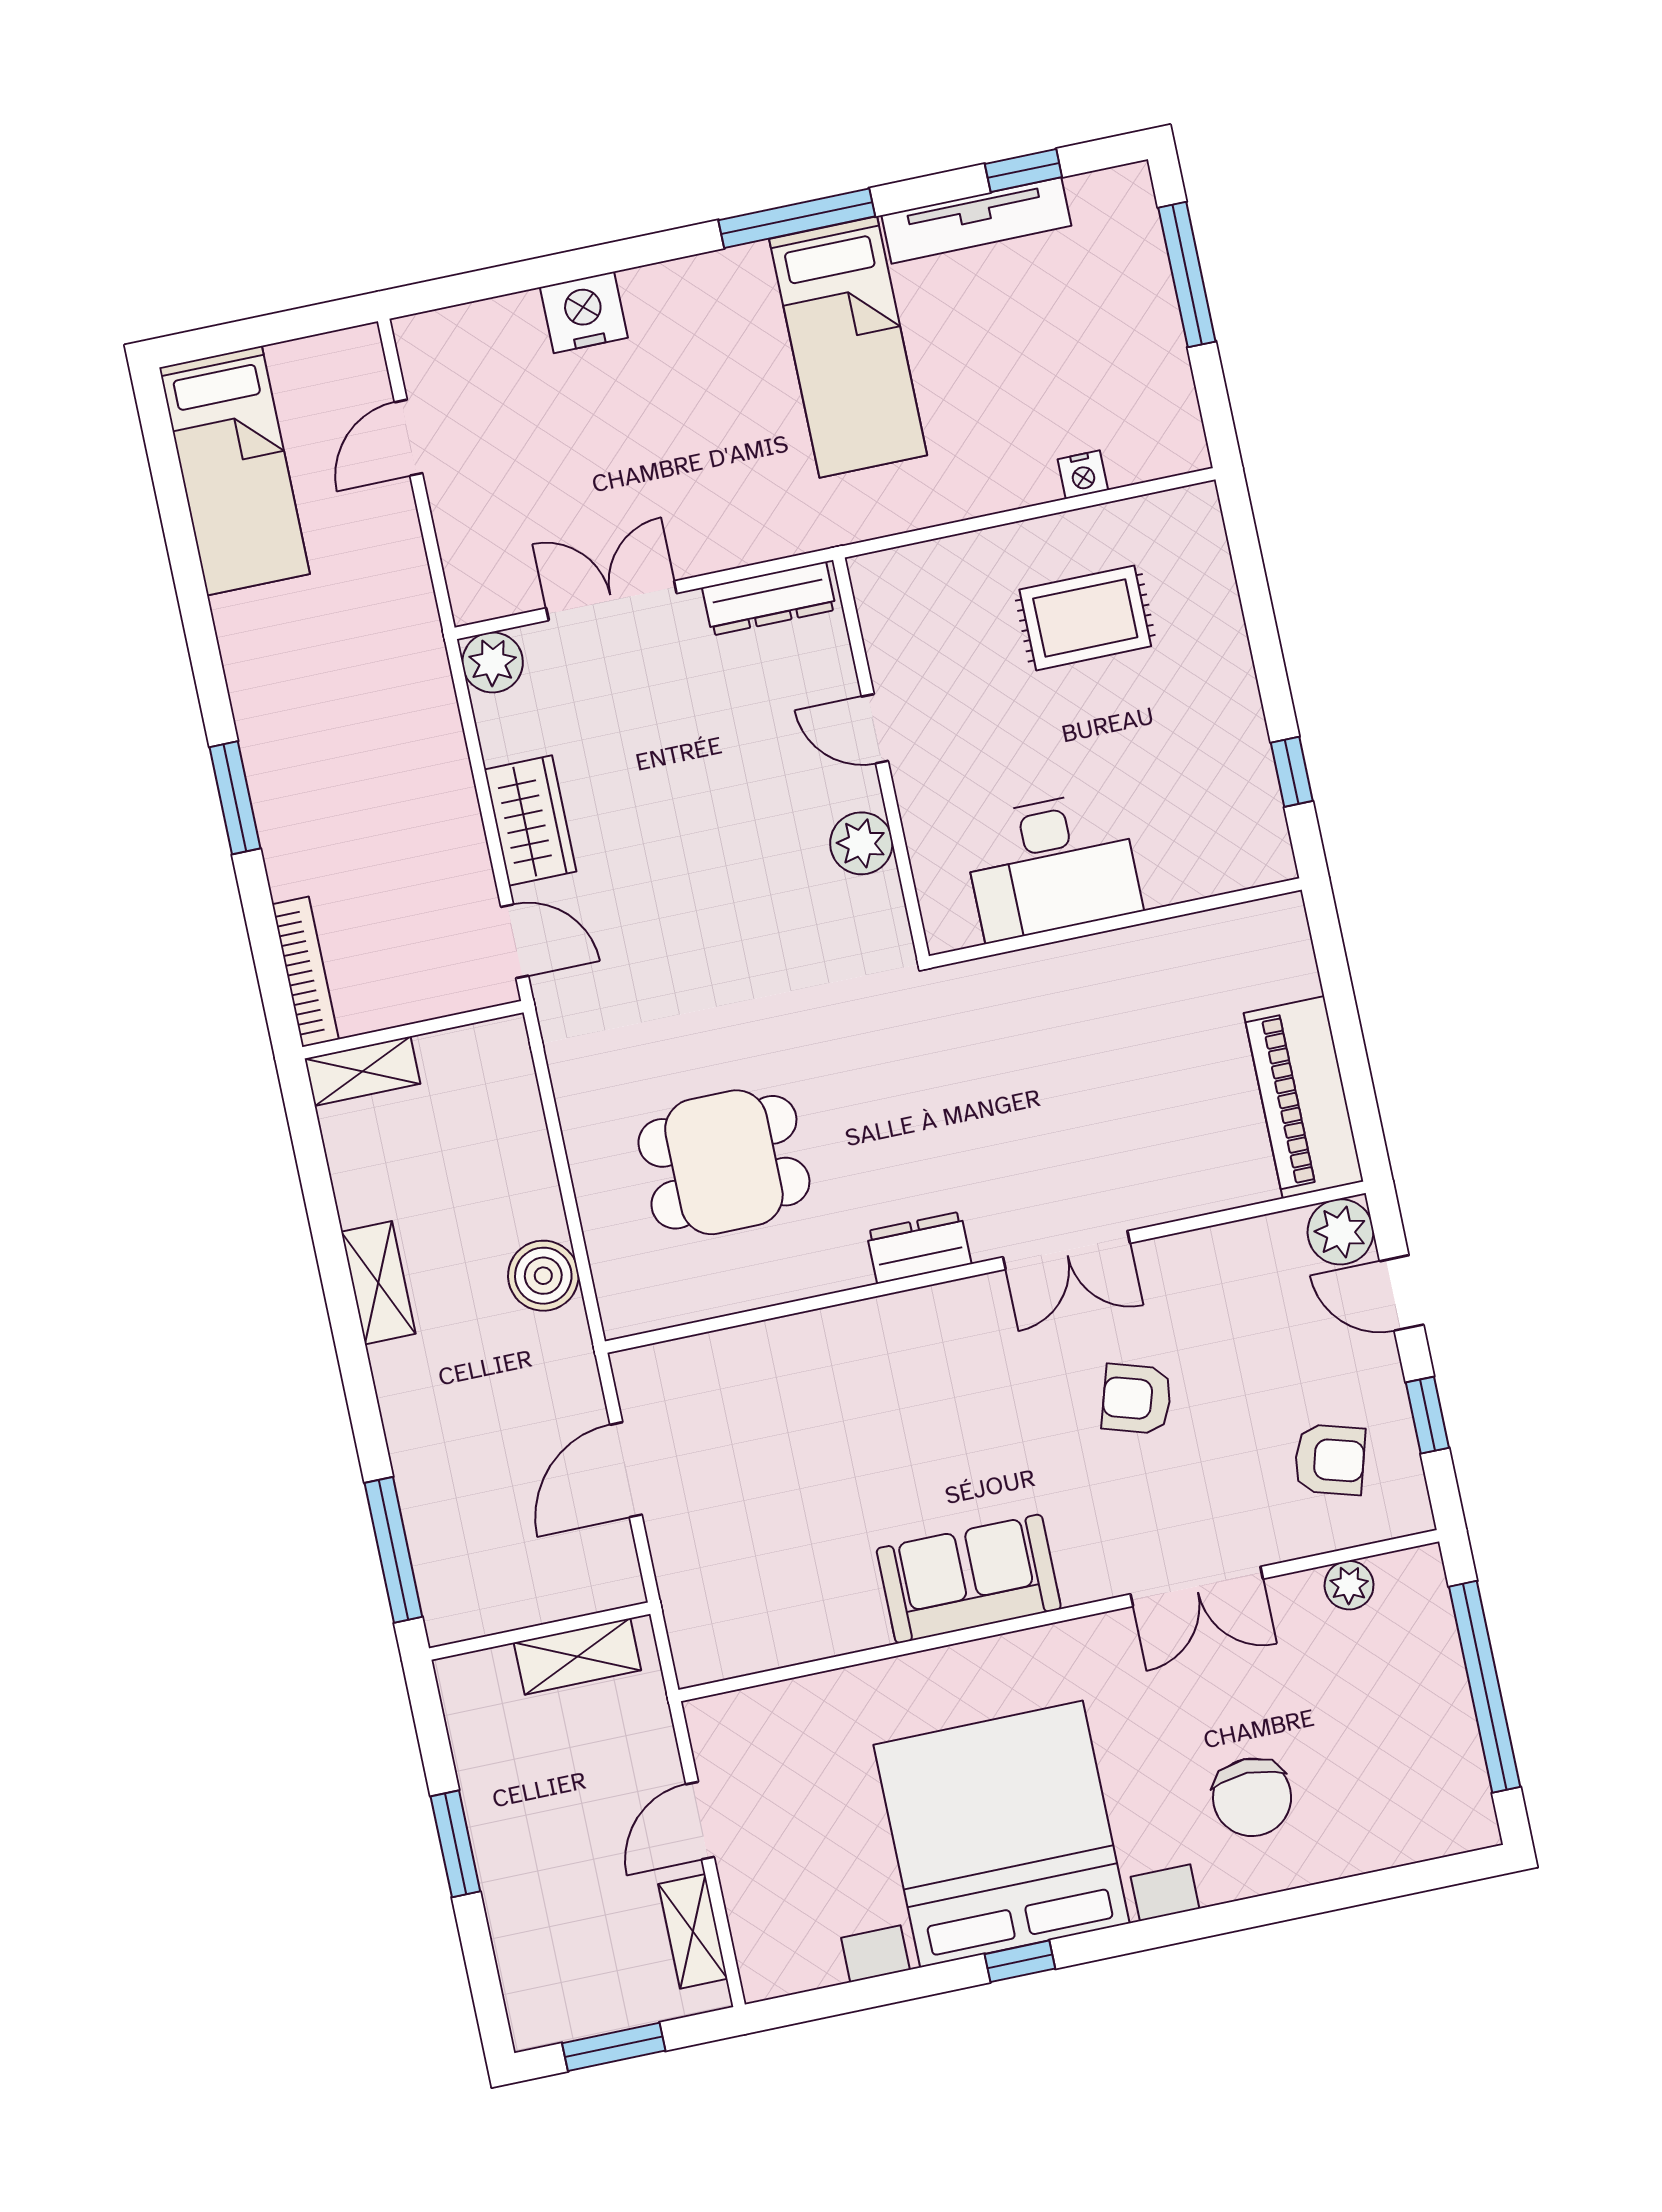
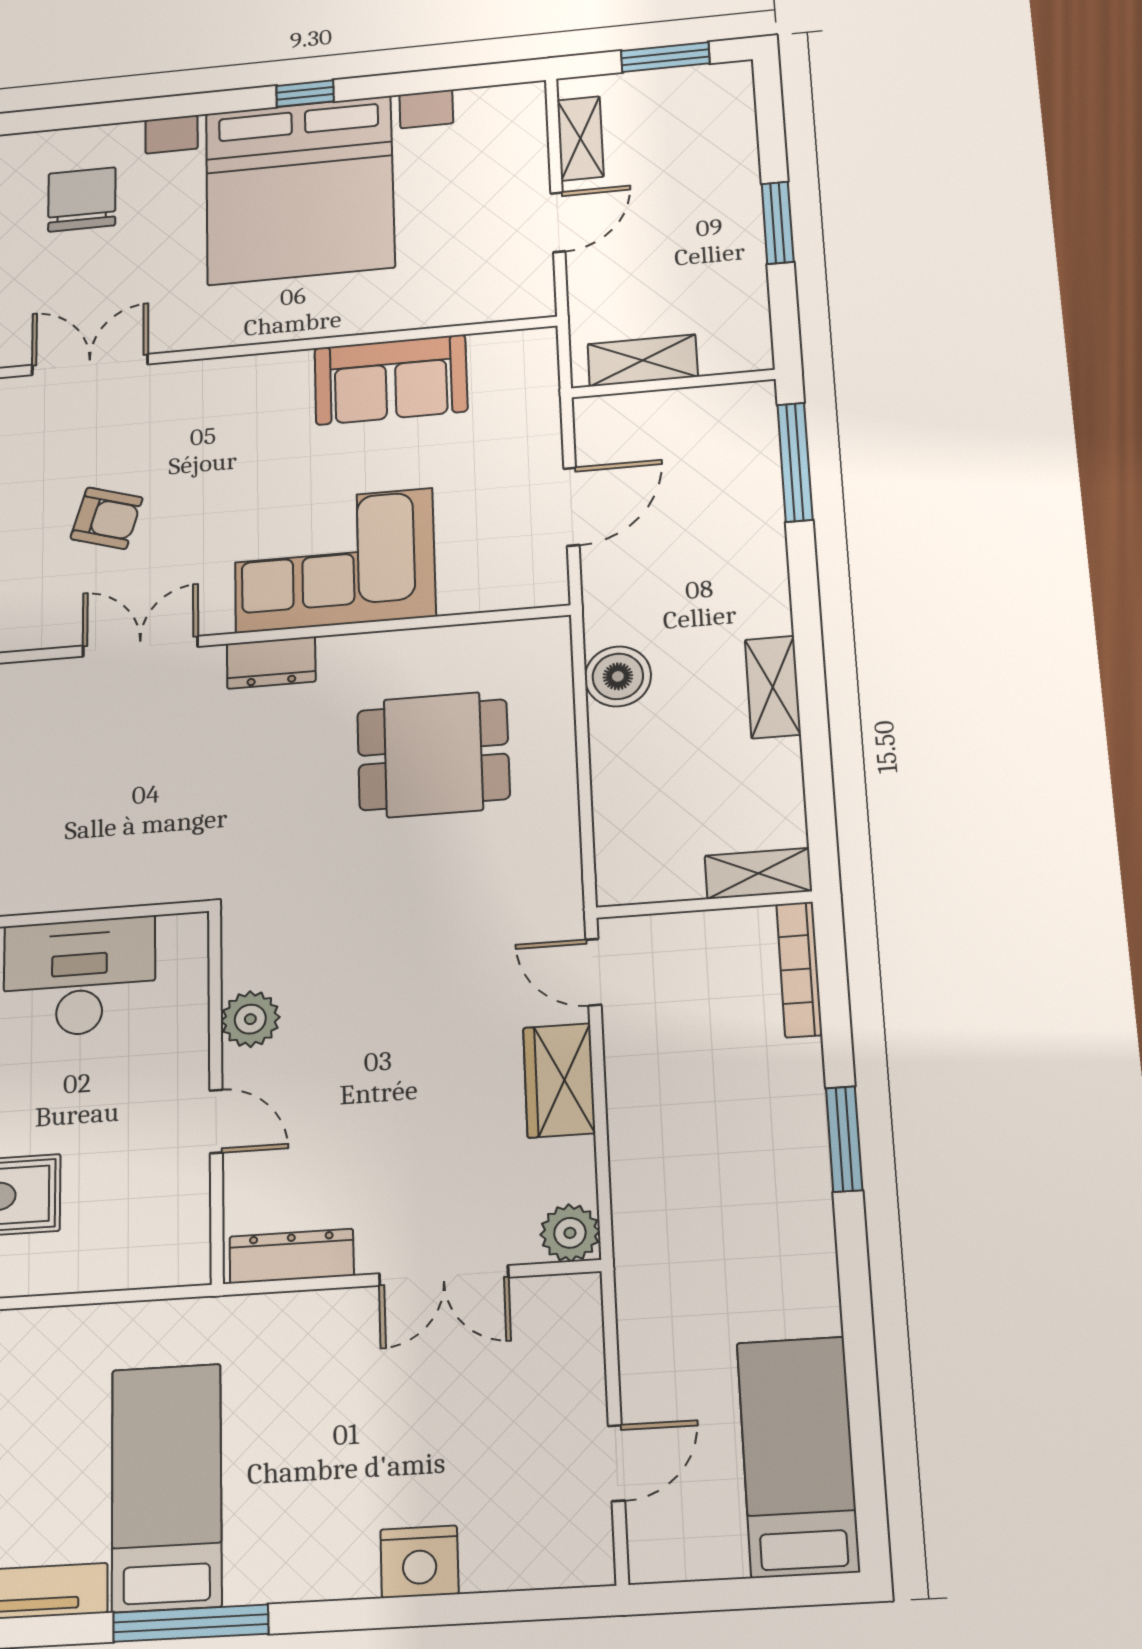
corner sofa: (873, 1377) -> (334, 560), added
sofa: (969, 1579) -> (391, 380), moved

